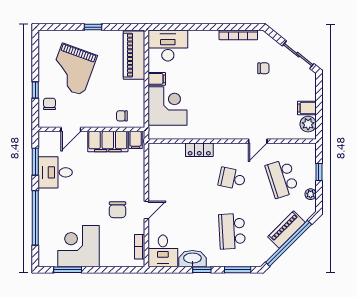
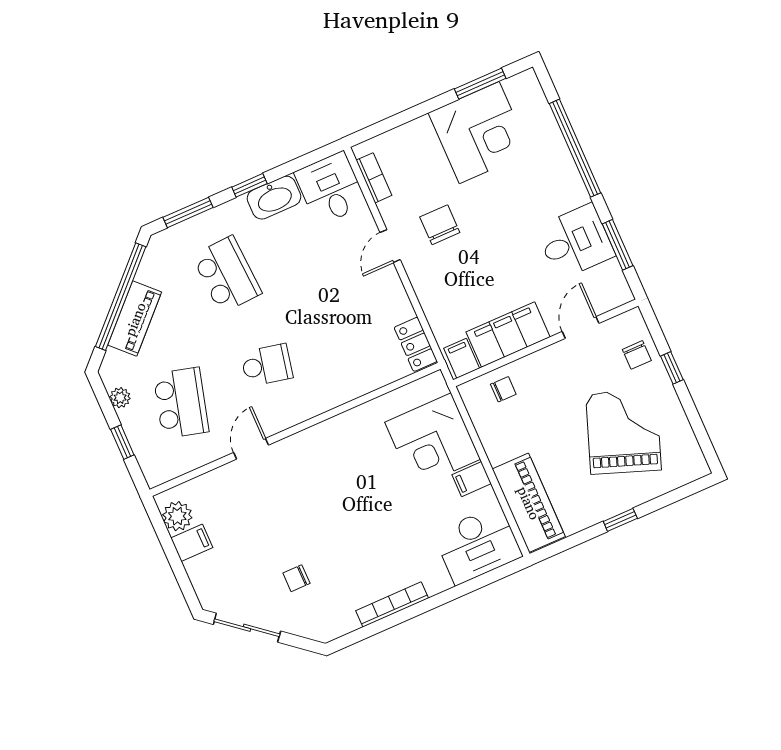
bookcase: (238, 35) -> (392, 604), moved
locker: (199, 150) -> (416, 344), moved, turned -90
school desk: (282, 178) -> (181, 403), turned 33

